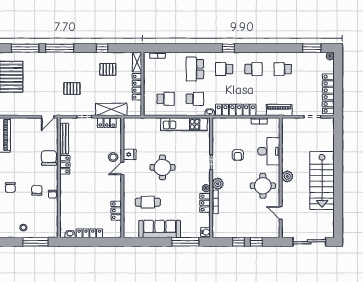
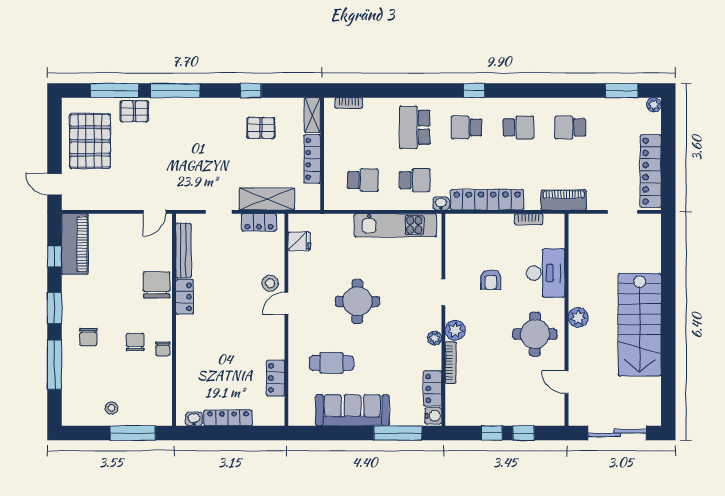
pallet: (72, 89) -> (134, 111), moved
fridge: (130, 154) -> (299, 241), moved
locker: (205, 203) -> (433, 388), moved

